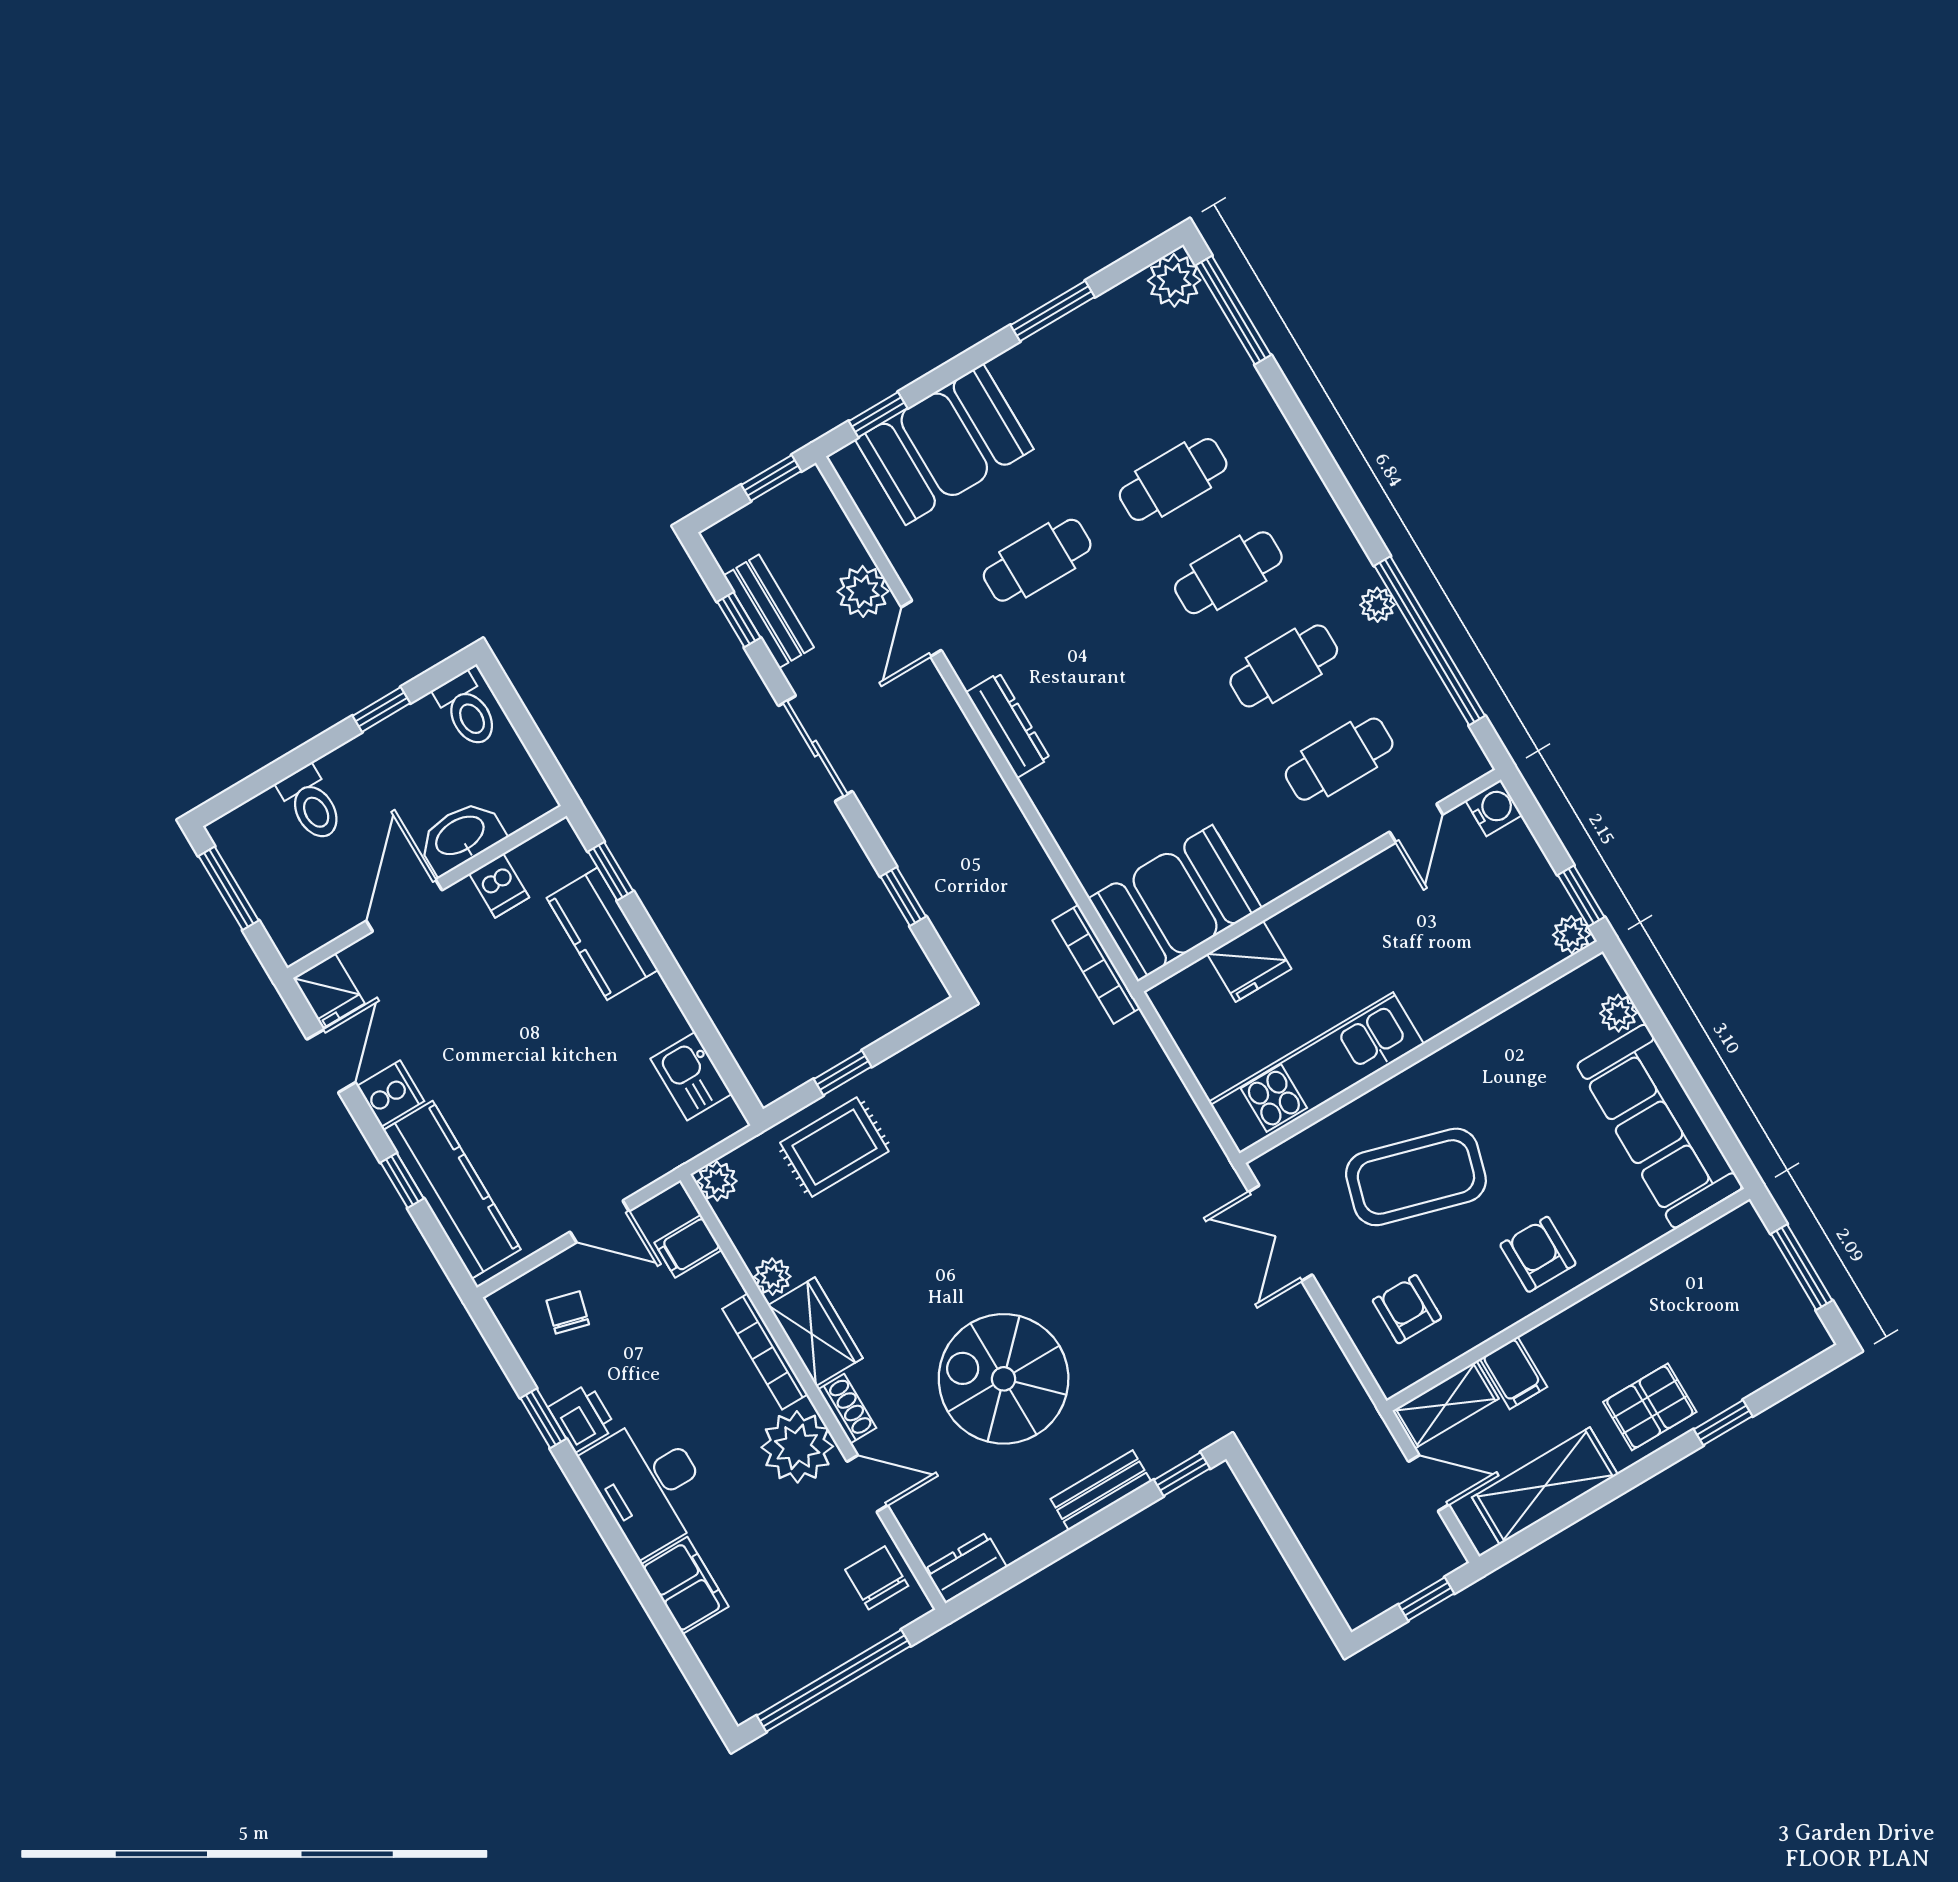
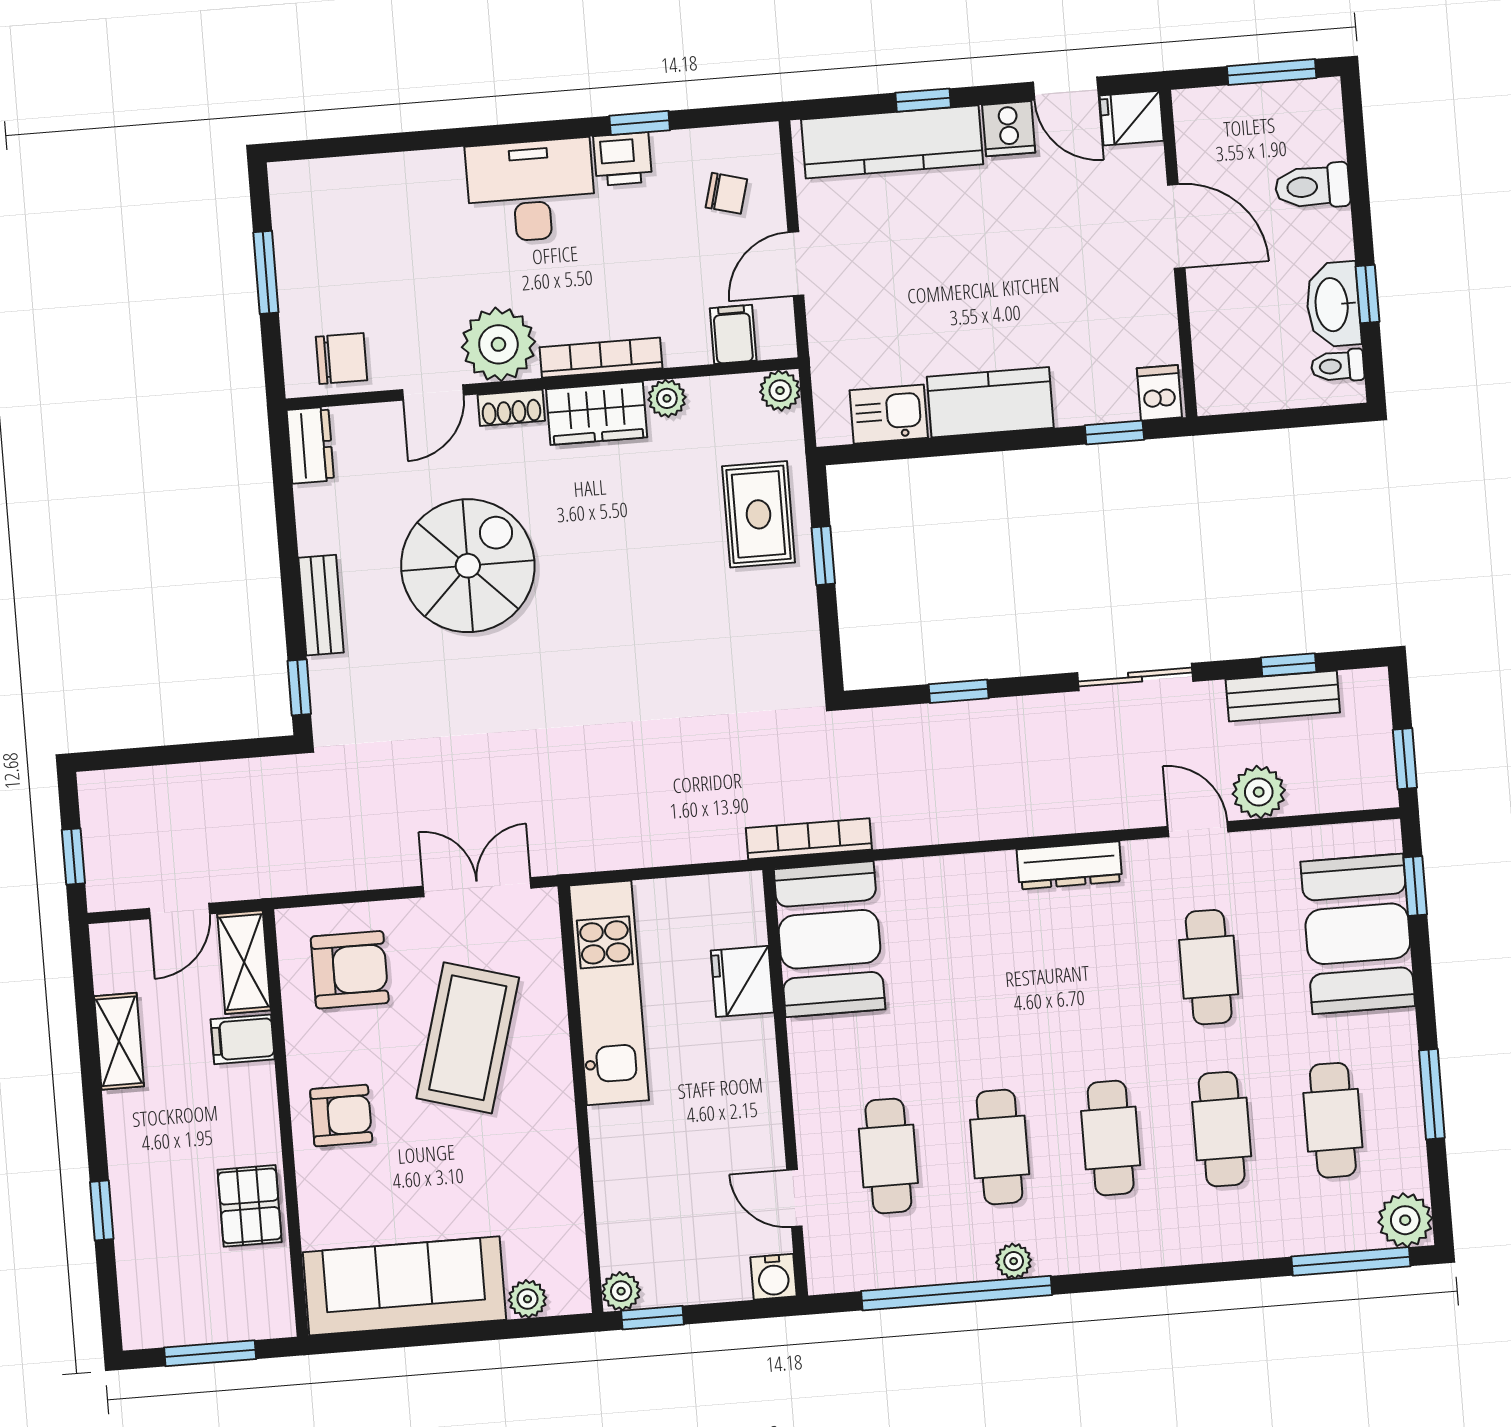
cafe table: (1118, 386) -> (1333, 1120), added
toilet: (467, 710) -> (1338, 366), width x0.73, depth x0.72
washbasin: (461, 837) -> (1333, 304), moved, turned 180
dishwasher: (499, 886) -> (1159, 393), moved, turned 90
kitchen counter: (602, 934) -> (990, 402), moved
armchair: (1407, 1309) -> (350, 970), width x1.38, depth x1.38
pallet: (1650, 1407) -> (250, 1206), moved
shelving: (1545, 1486) -> (119, 1041), width x0.67, depth x0.75
filing cabinet: (685, 1585) -> (421, 178), removed
window: (834, 1681) -> (266, 272), width x0.47

